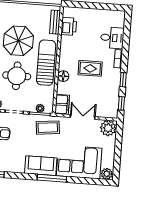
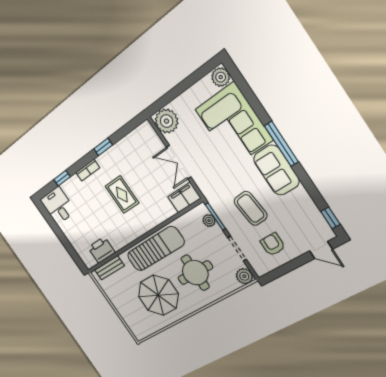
desk: (112, 38) -> (58, 206), moved
sun lounger: (46, 63) -> (156, 249), turned 180
floor lamp: (63, 76) -> (154, 219), removed
window: (121, 103) -> (62, 178), moved
coffee table: (48, 128) -> (251, 208), moved

